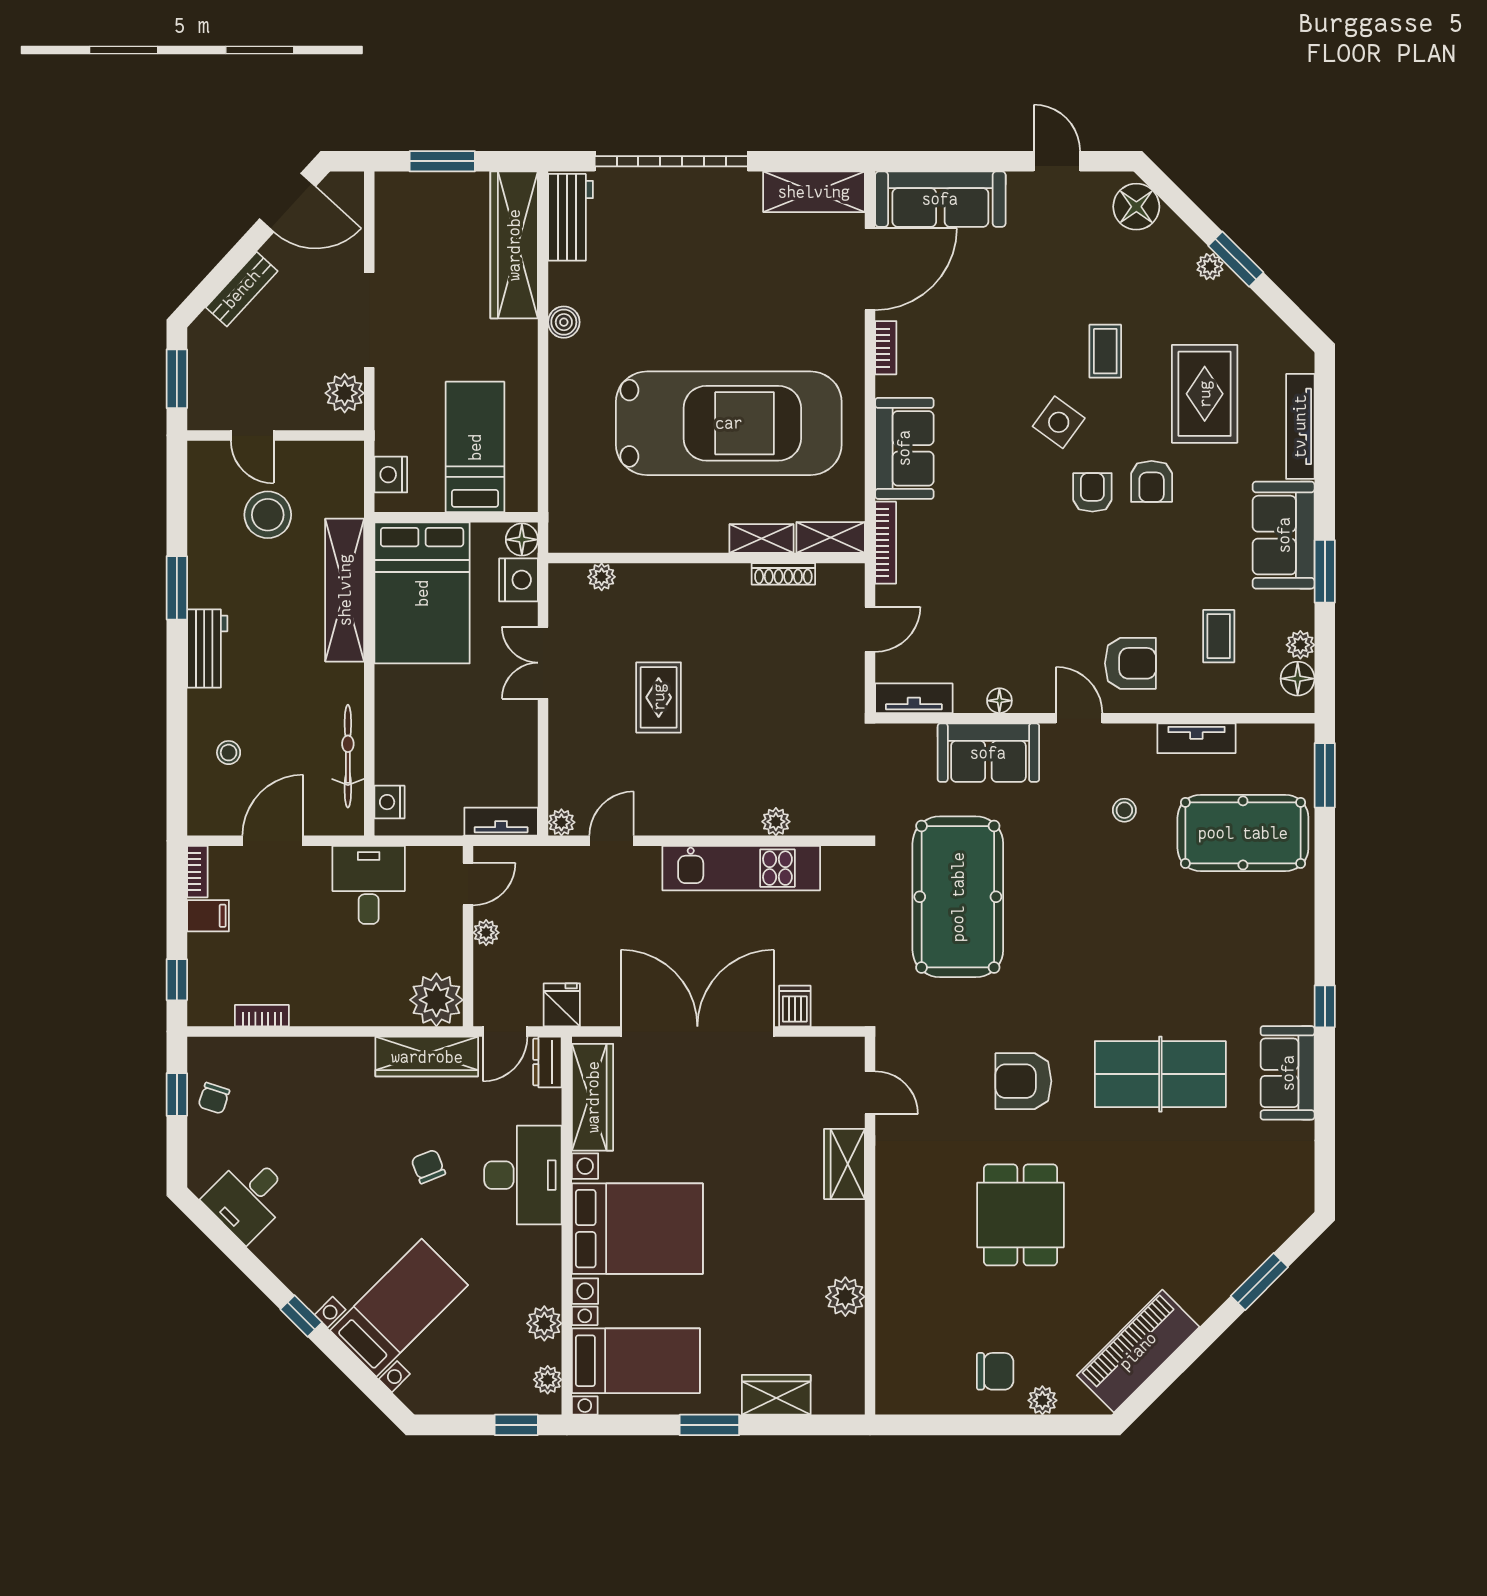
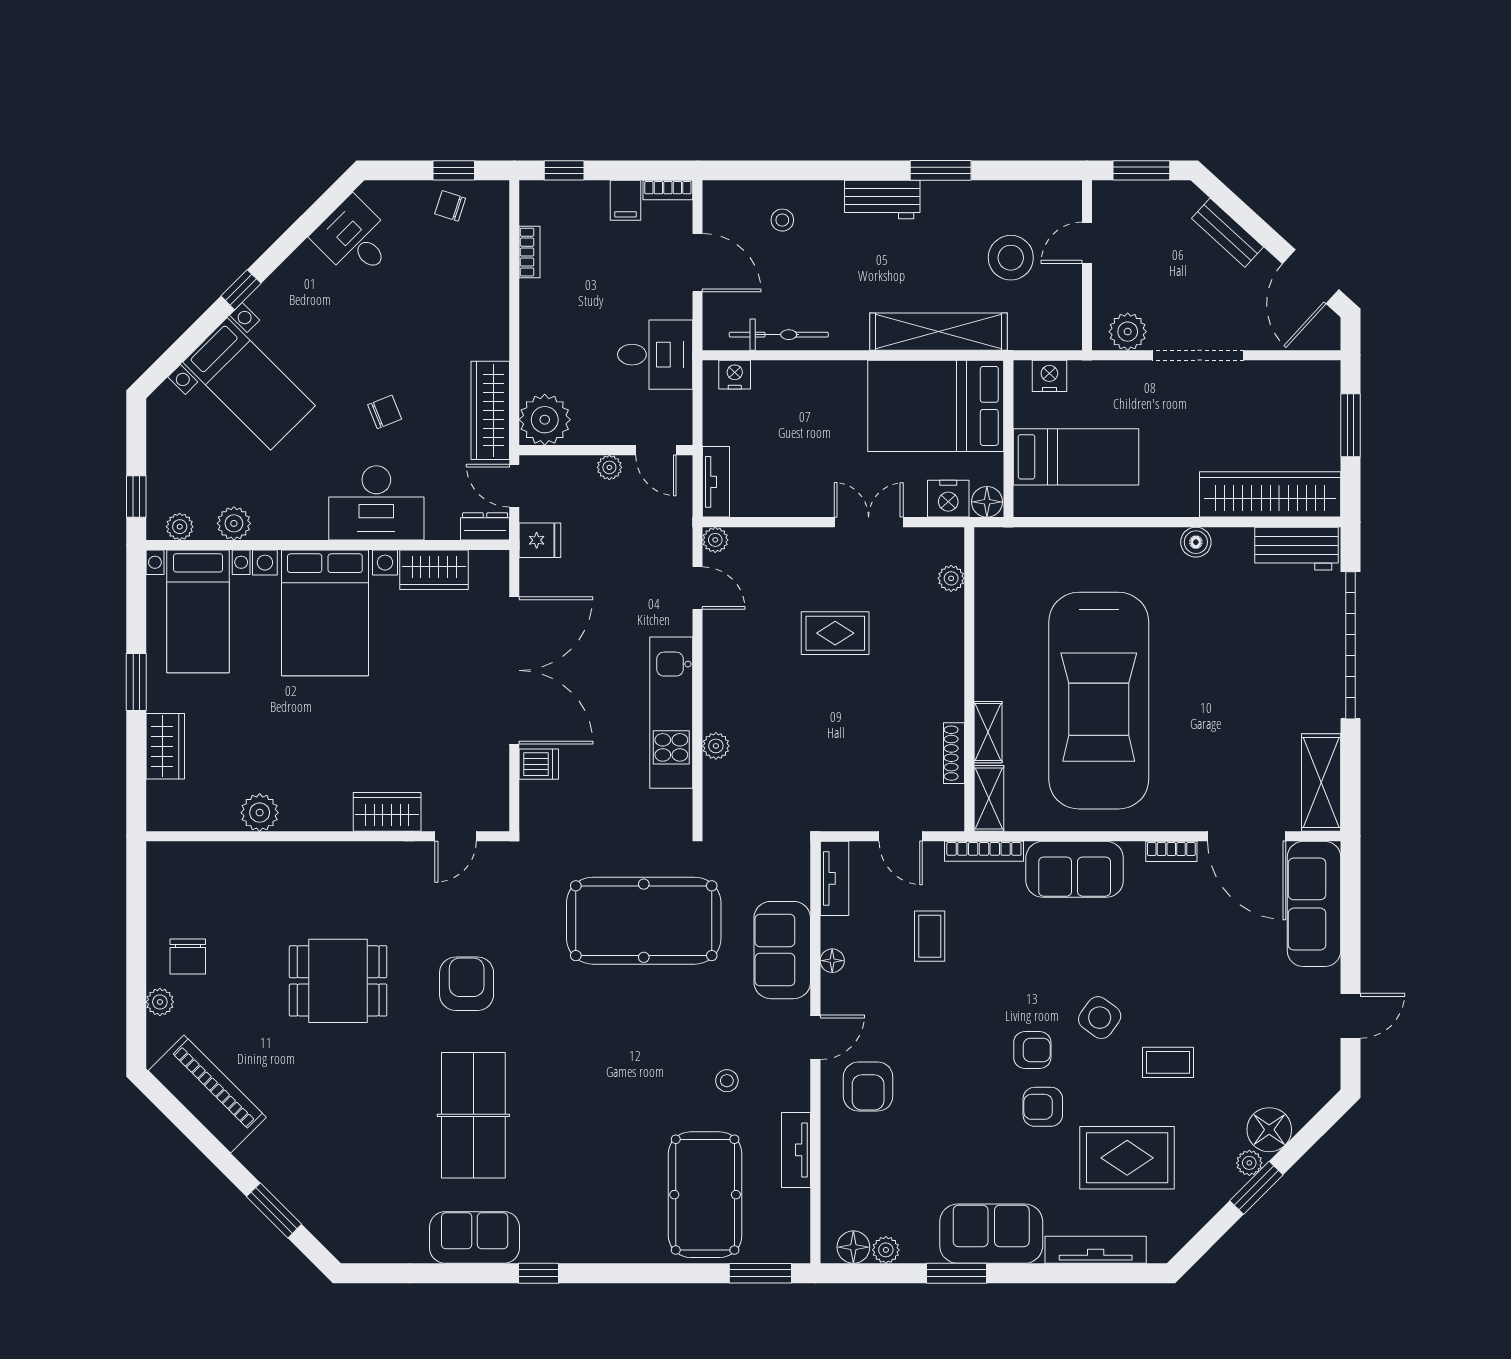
floor lamp: (1136, 207) -> (1269, 1130), moved
coffee table: (1219, 636) -> (930, 936), moved, turned 90
wardrobe: (593, 1097) -> (434, 570), width x0.67

